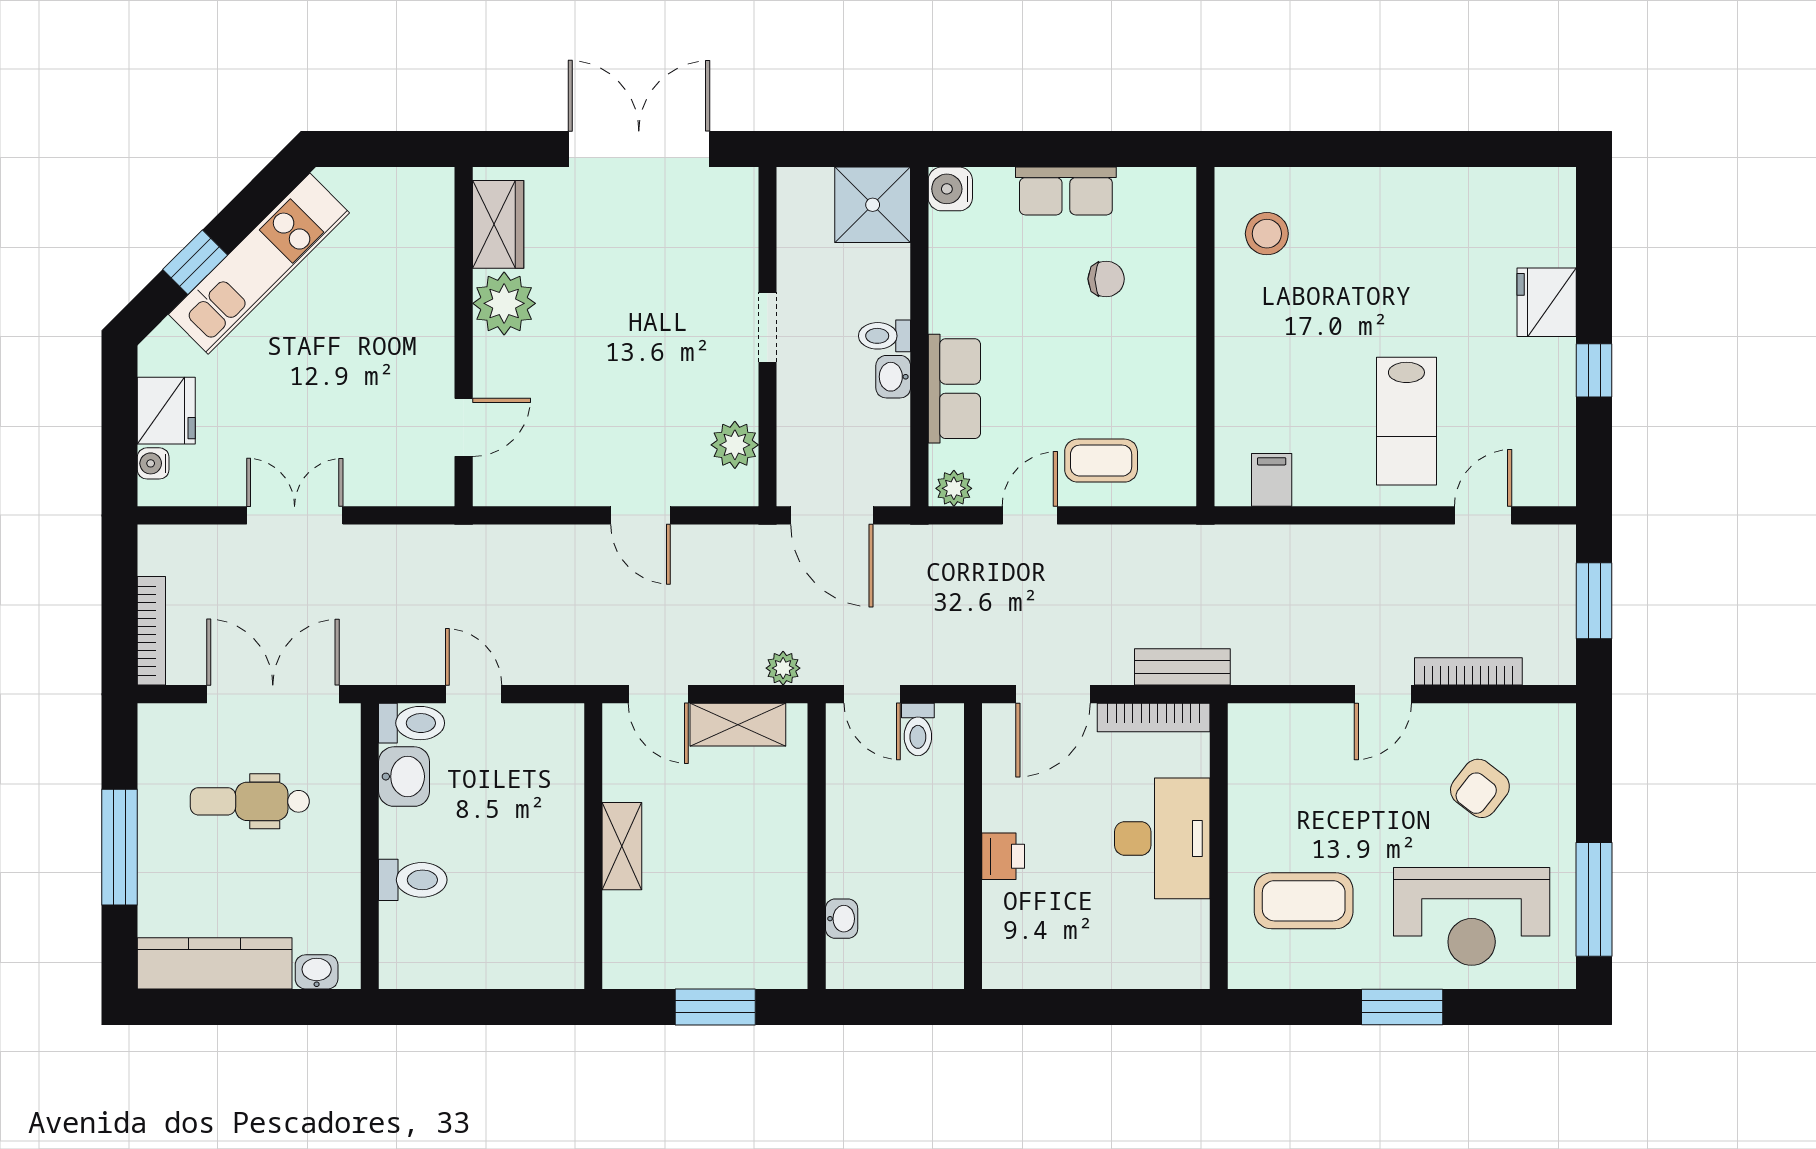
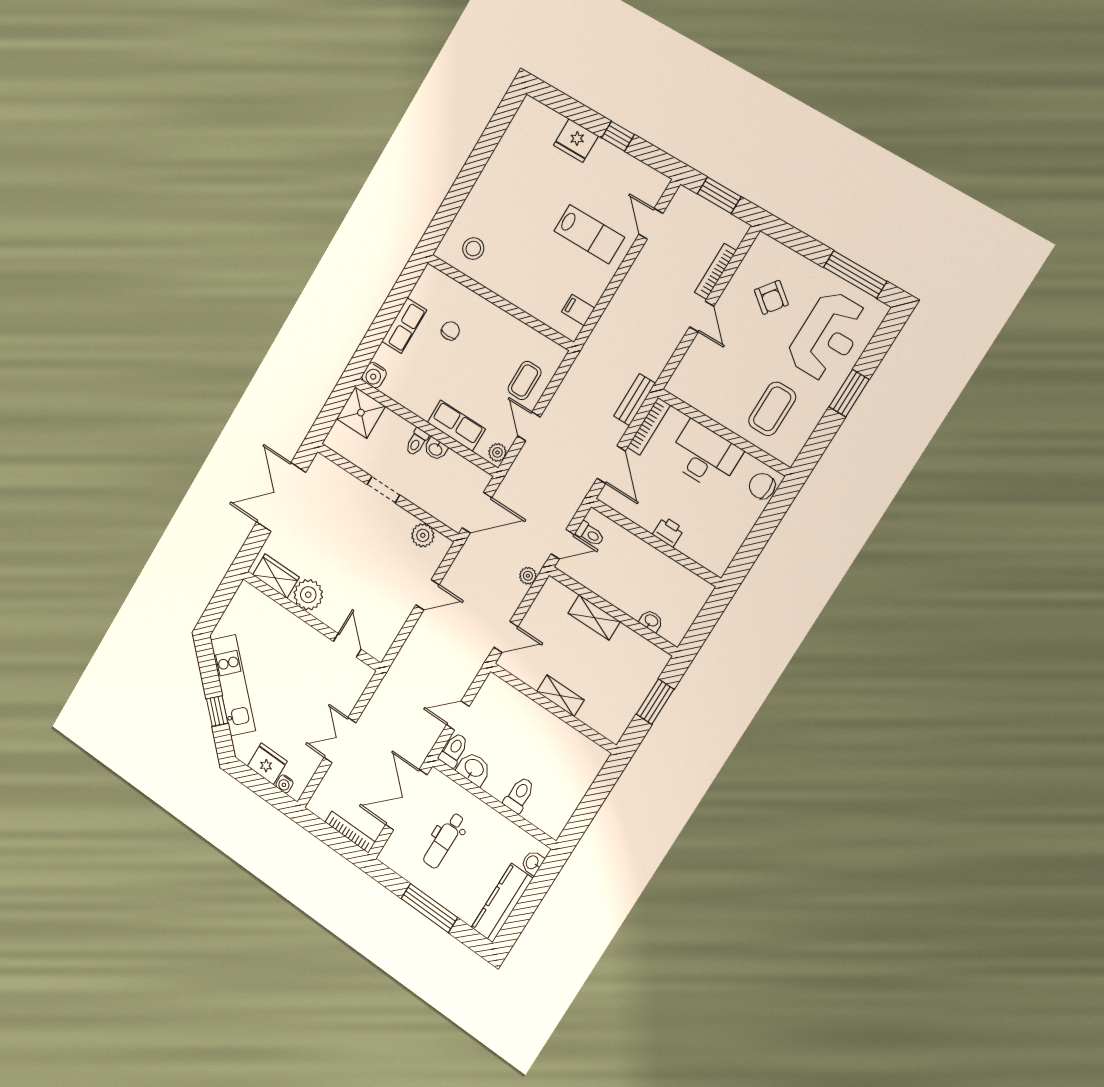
shelving: (738, 725) -> (594, 617), moved, turned 90
chair: (1171, 962) -> (762, 486), added

